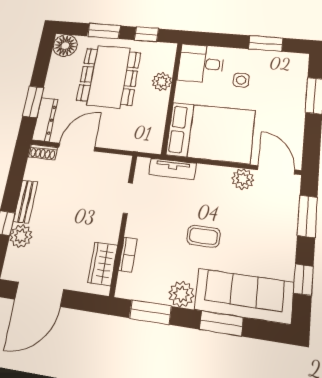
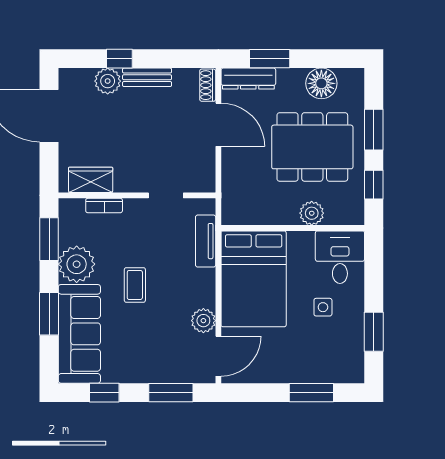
floor lamp: (65, 46) -> (321, 83), moved
plant: (181, 294) -> (77, 264), width x1.36, depth x1.36

